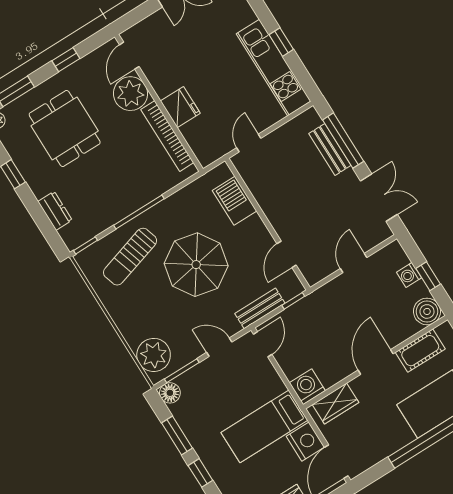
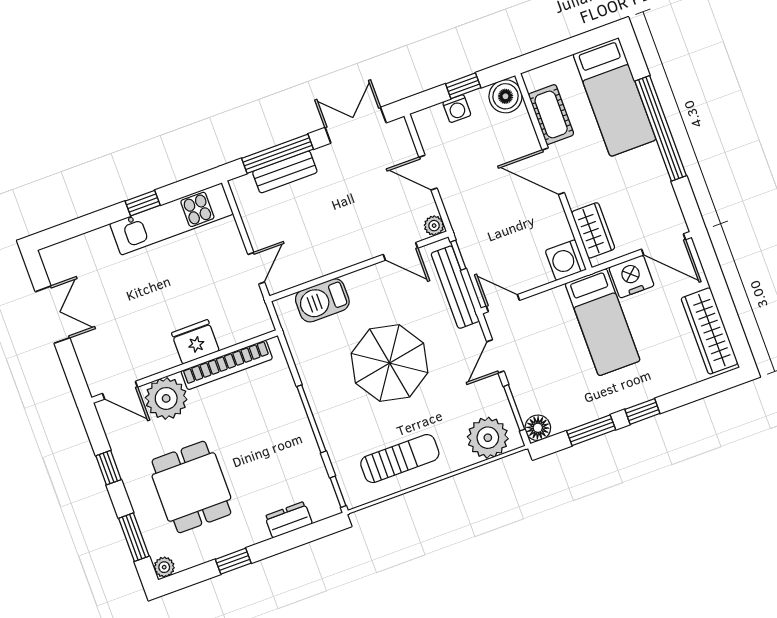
dining table: (65, 128) -> (191, 487), turned 90
door: (249, 143) -> (256, 268), swing flipped
sun lounger: (130, 257) -> (400, 459), moved, turned -73
plant: (313, 277) -> (434, 226), added
bench: (260, 308) -> (455, 287), width x1.36

